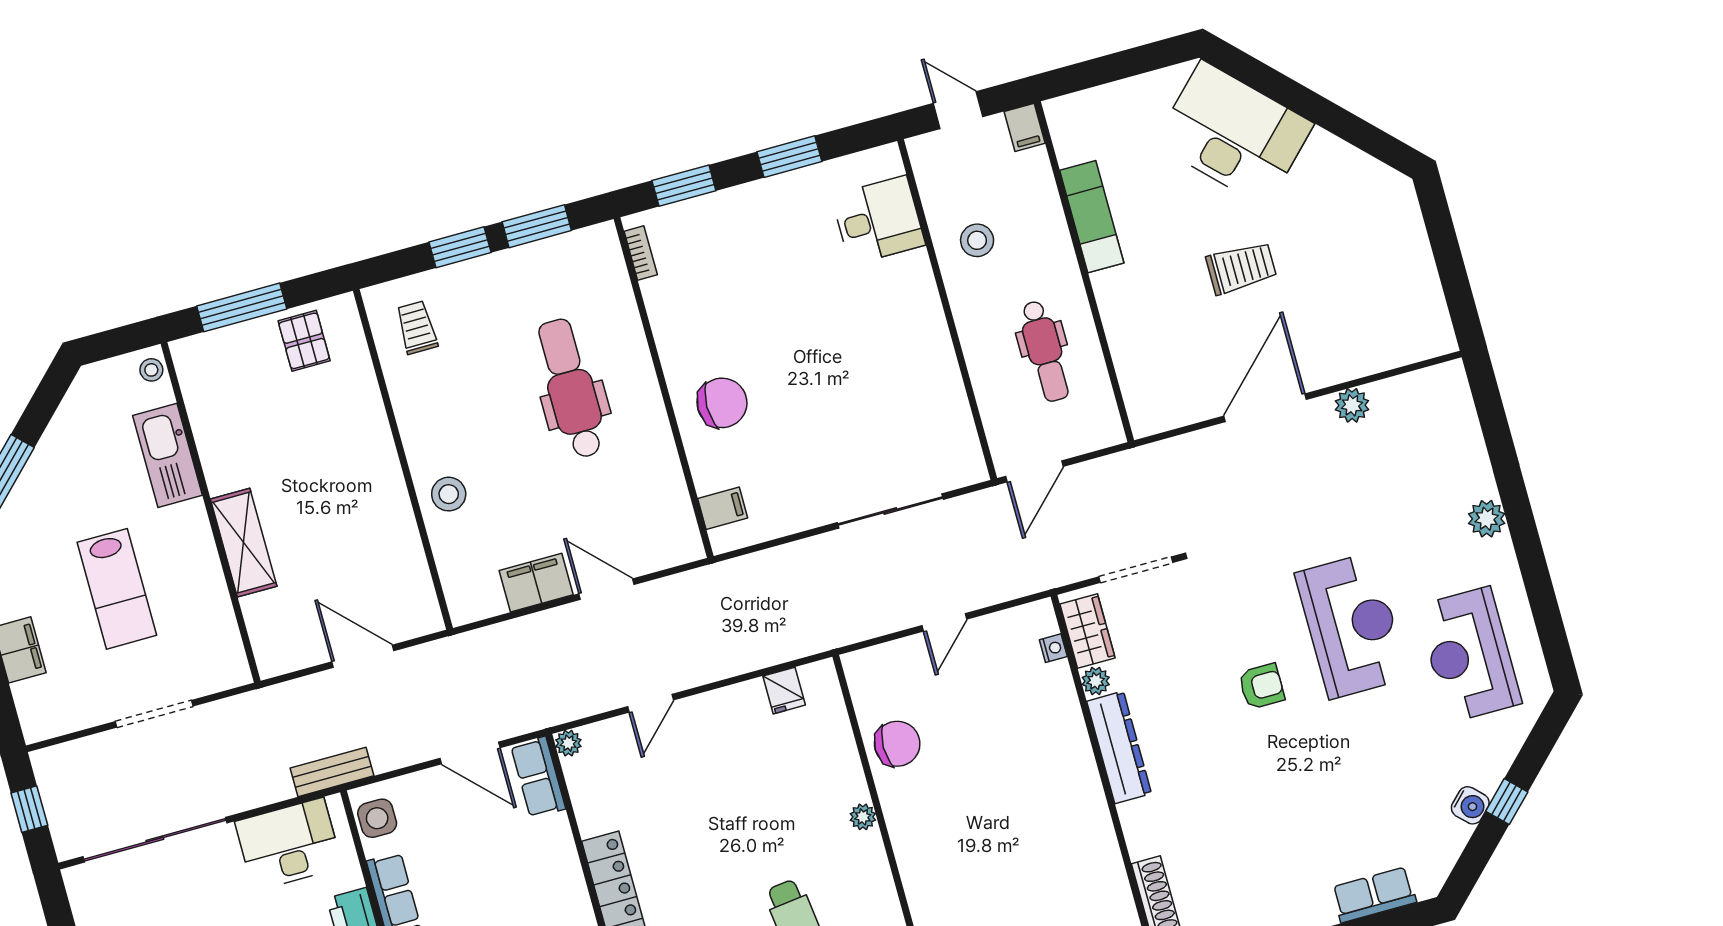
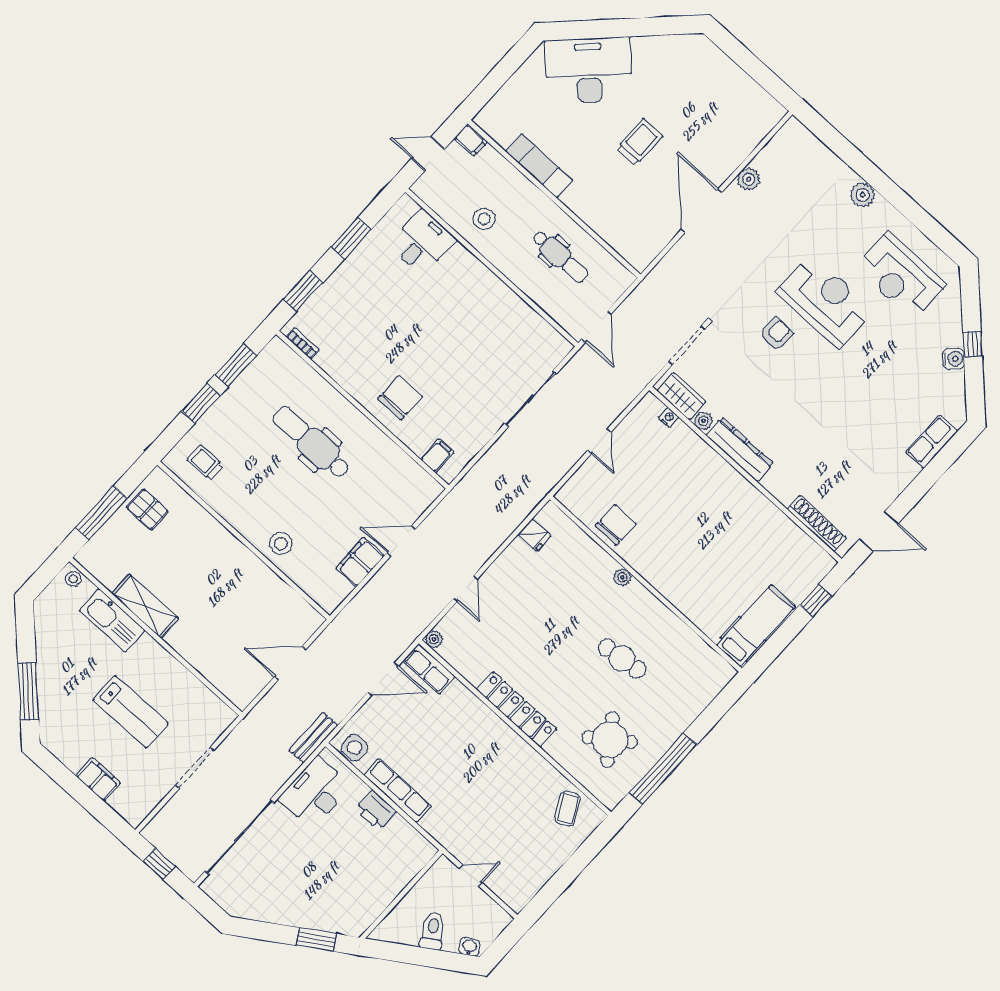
shelving: (244, 543) -> (145, 606), moved
armchair: (1262, 686) -> (776, 334), moved

